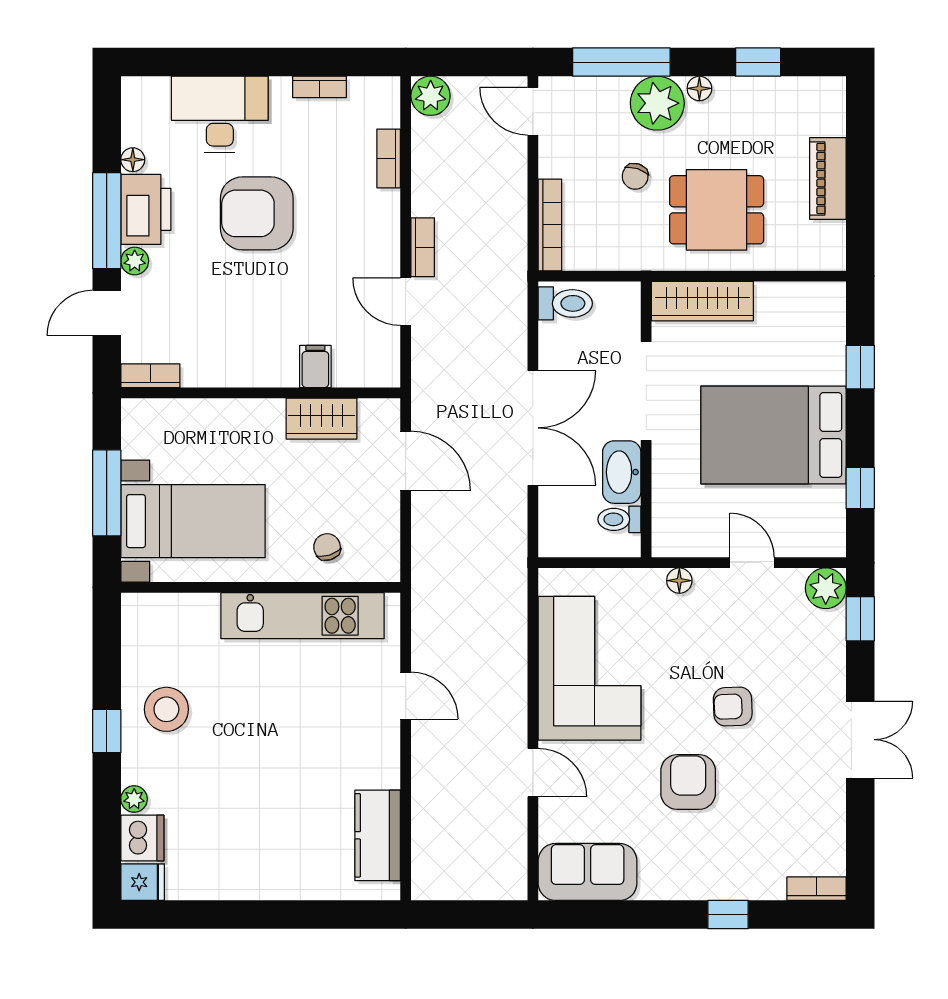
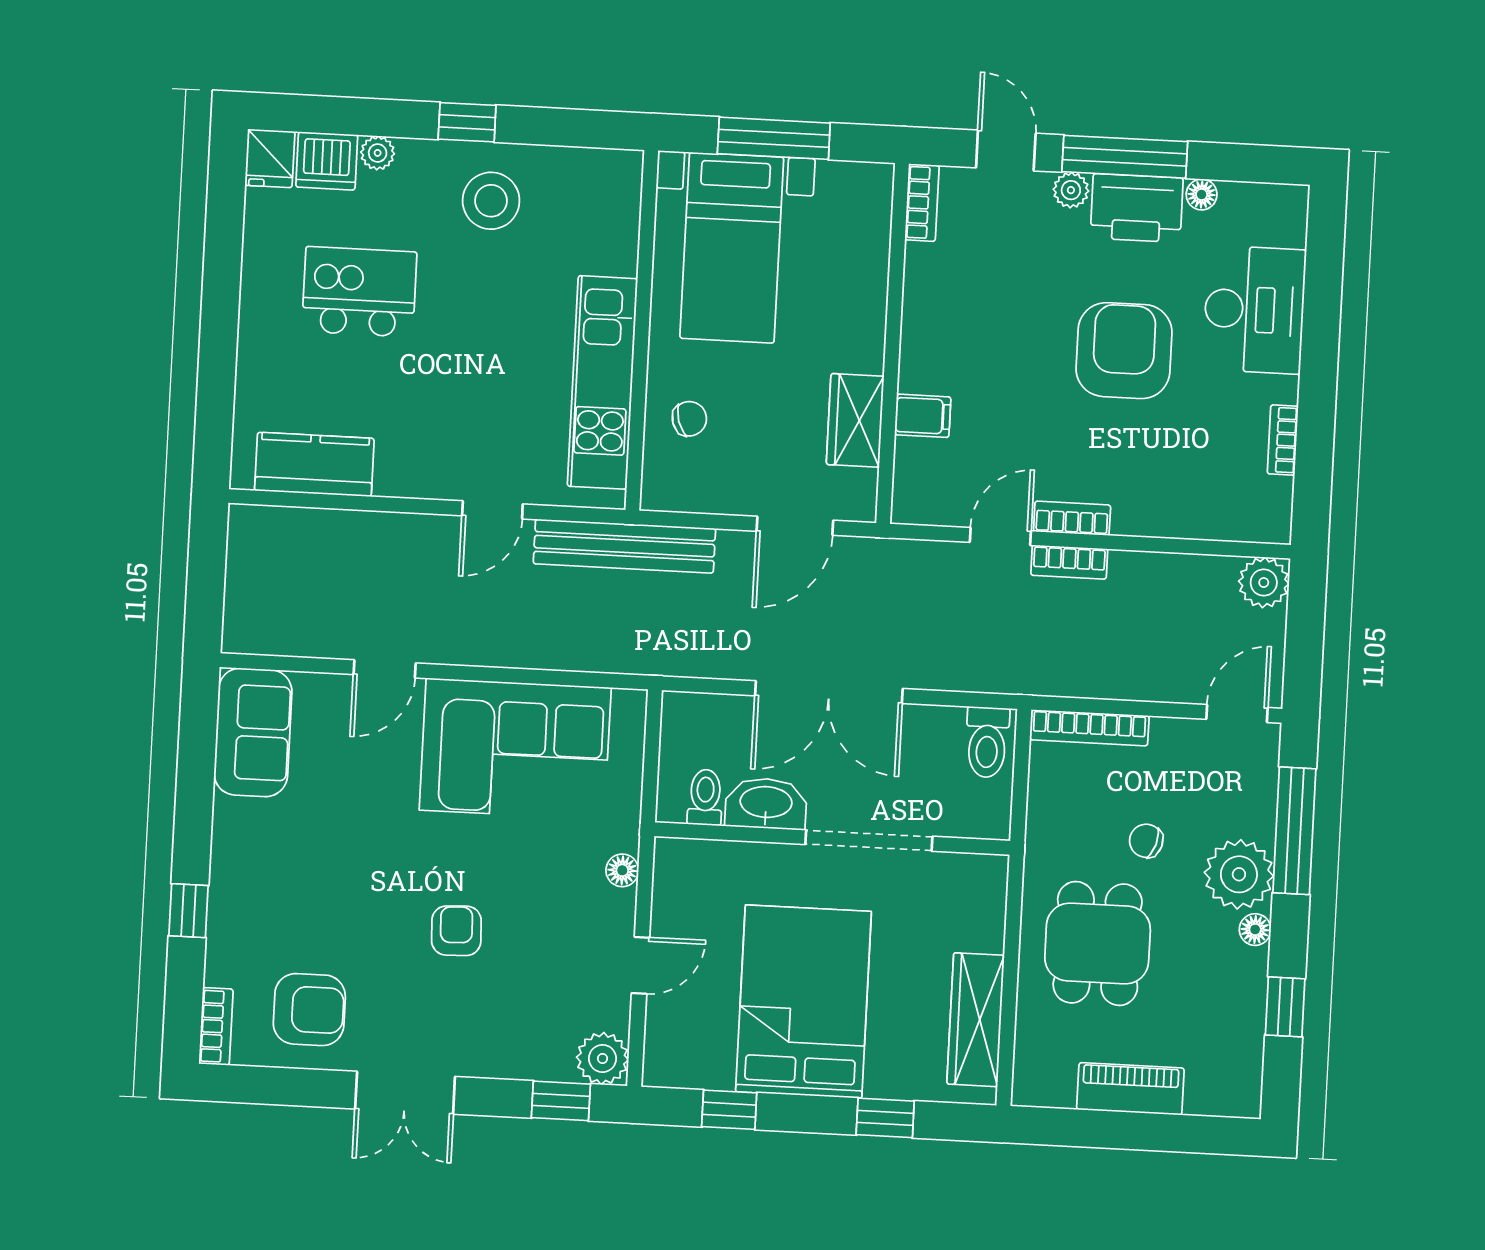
bookcase: (389, 158) -> (1072, 518), moved
wardrobe: (702, 301) -> (976, 1020), moved
bench: (428, 592) -> (624, 546), added
armchair: (688, 782) -> (309, 1010), moved
kitchen island: (242, 808) -> (359, 292), added

